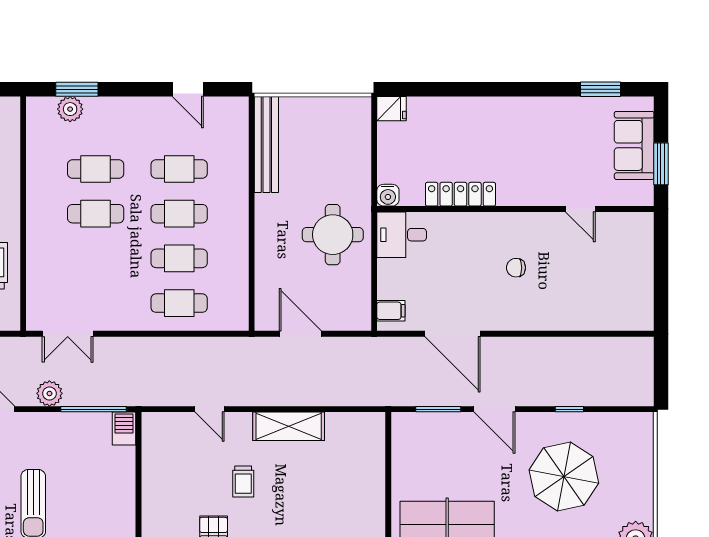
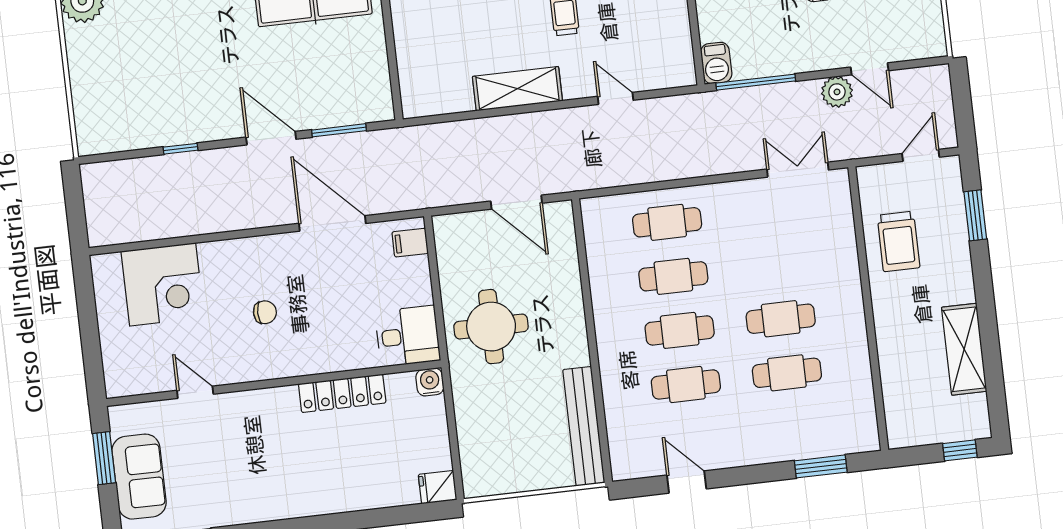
plant: (70, 109) -> (826, 442), removed
corner desk: (597, 300) -> (163, 284), added
plant: (49, 393) -> (837, 92), moved
parasol: (564, 476) -> (178, 66), removed

